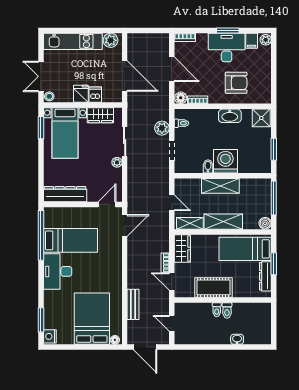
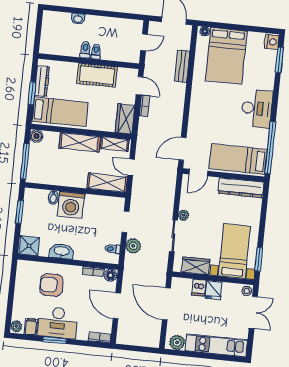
bidet: (208, 166) -> (53, 198), moved
shelving: (220, 186) -> (107, 183), moved
bed: (70, 240) -> (238, 159), moved
door: (172, 323) -> (144, 42), hinge flipped

